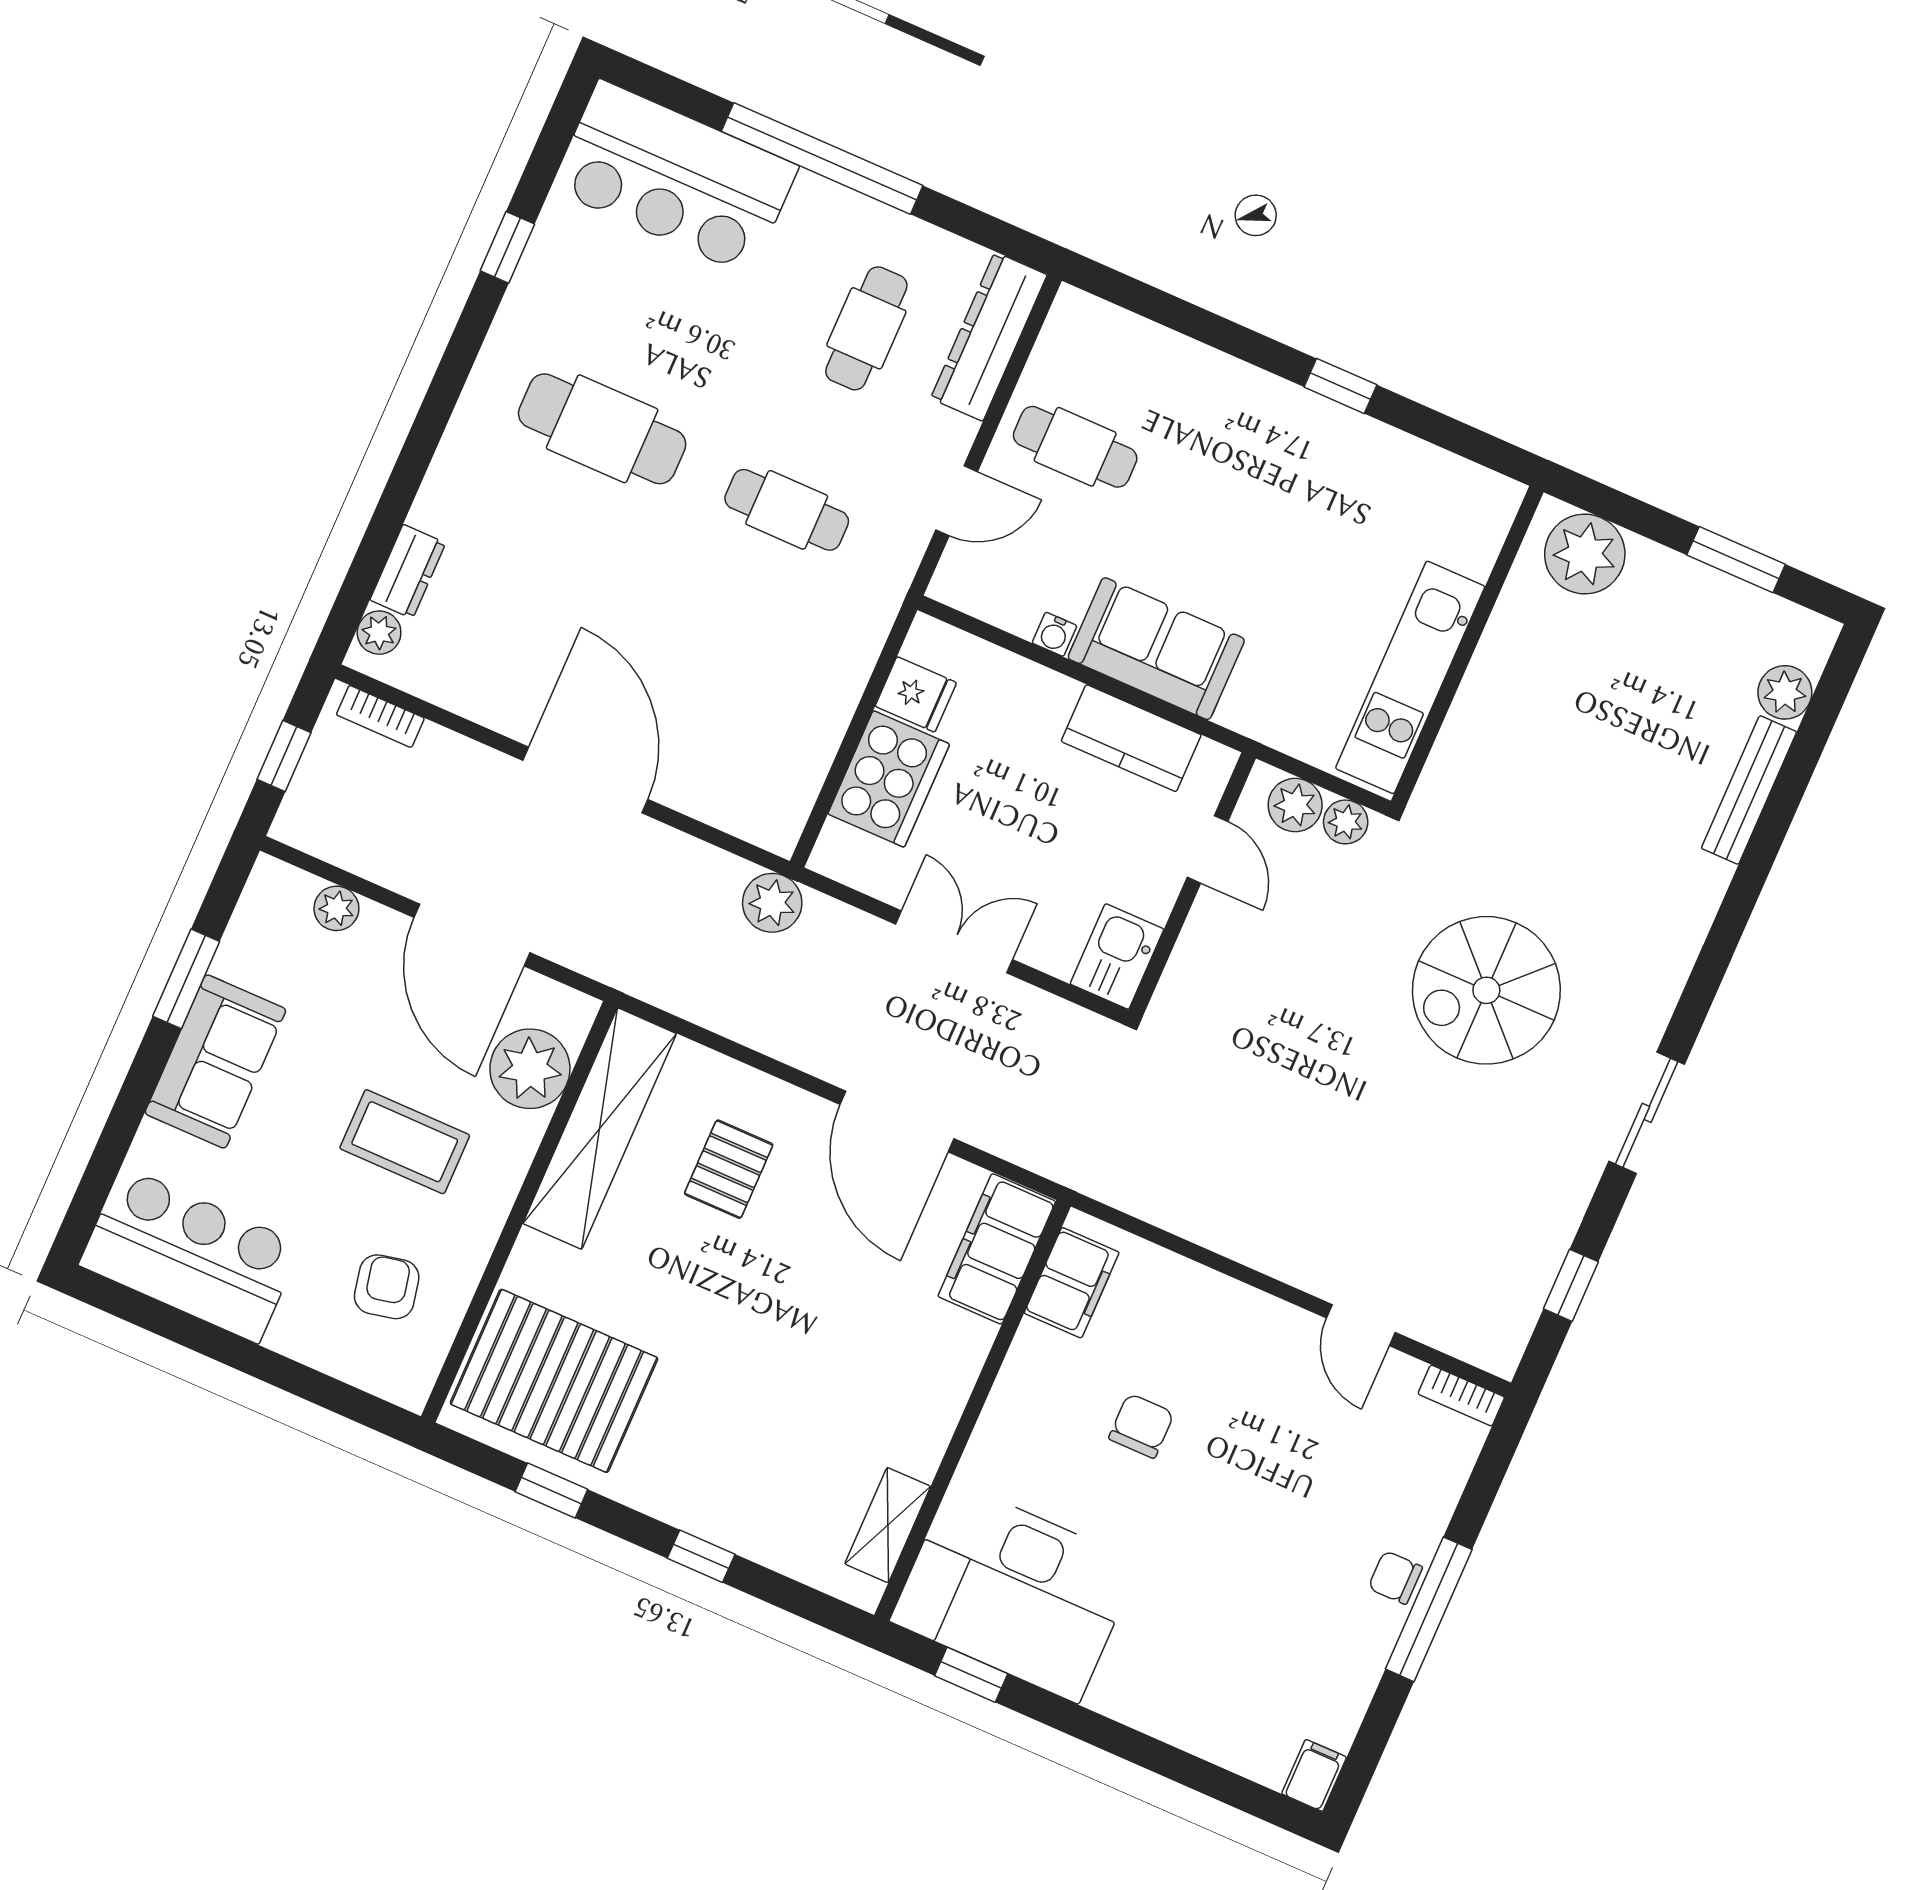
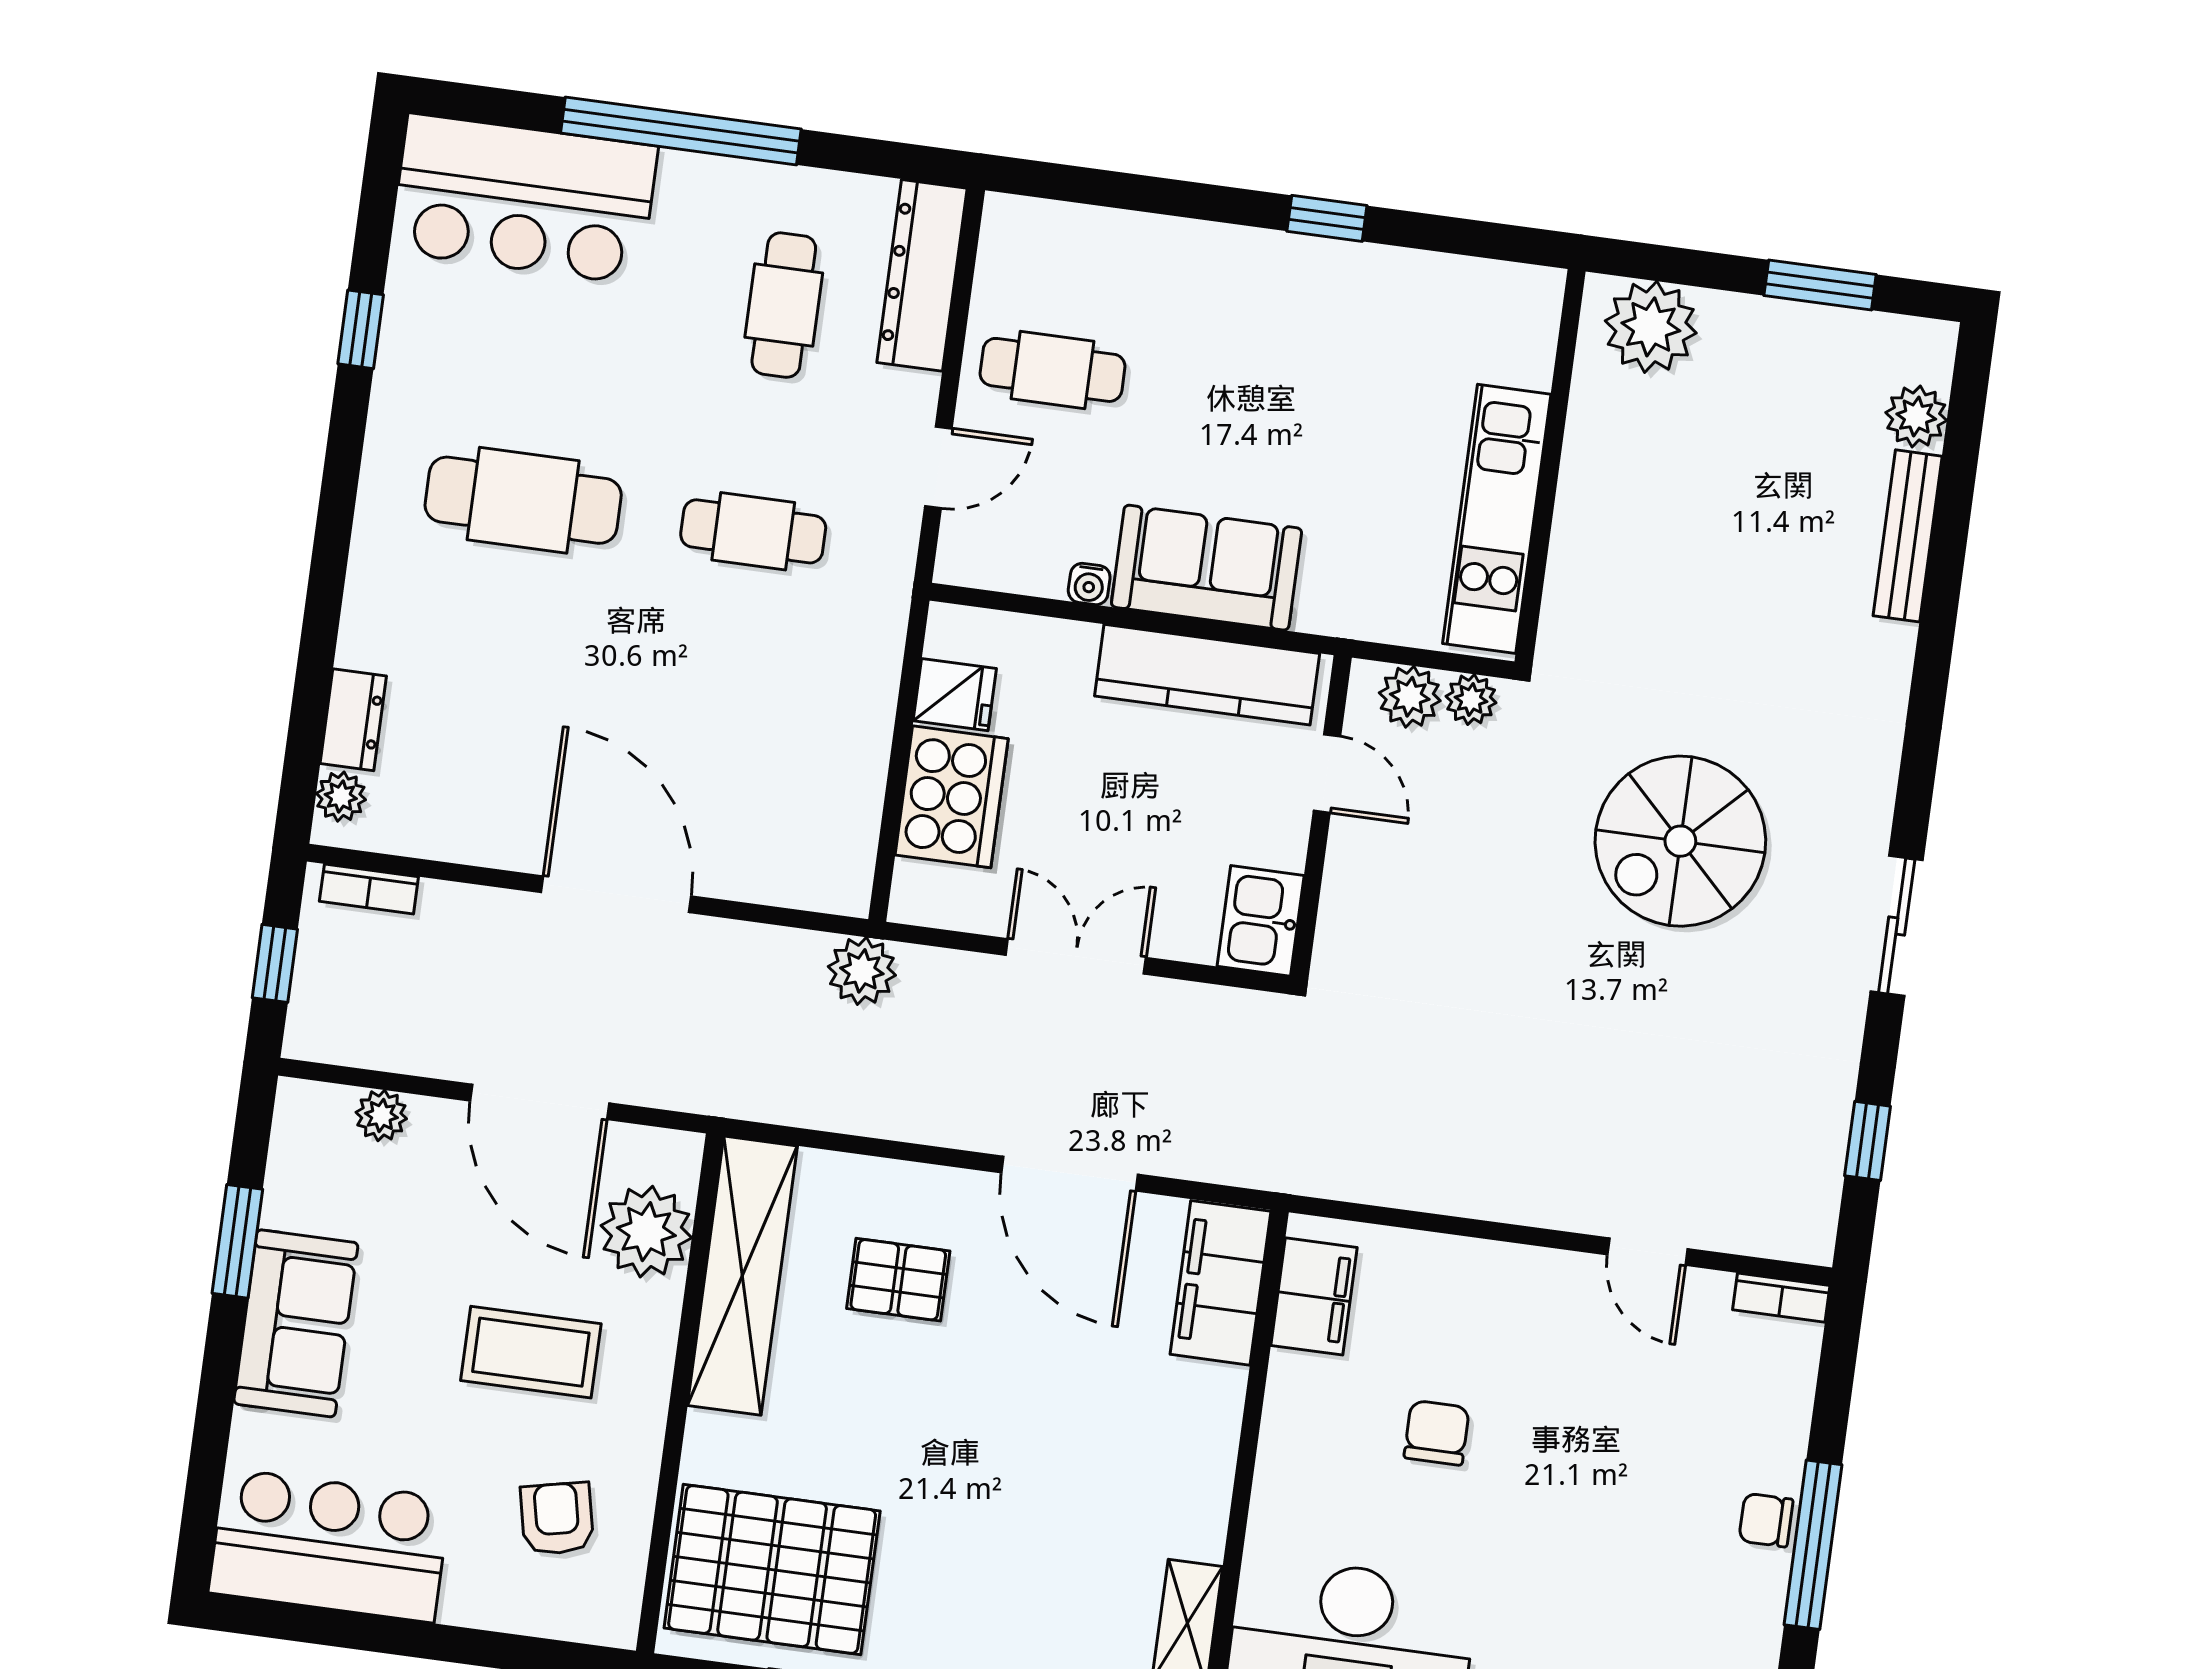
kitchen counter: (1131, 738) -> (1207, 675), width x1.50
pallet: (729, 1169) -> (898, 1280), turned 90

